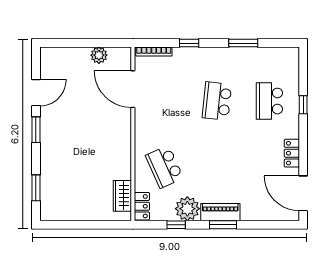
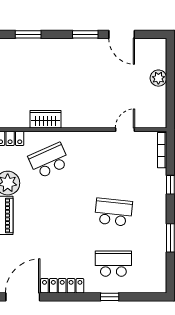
plant: (99, 55) -> (158, 78), moved
door: (133, 89) -> (125, 130), width x0.53
locker: (292, 153) -> (62, 286), width x1.53
wardrobe: (122, 196) -> (45, 119), moved

